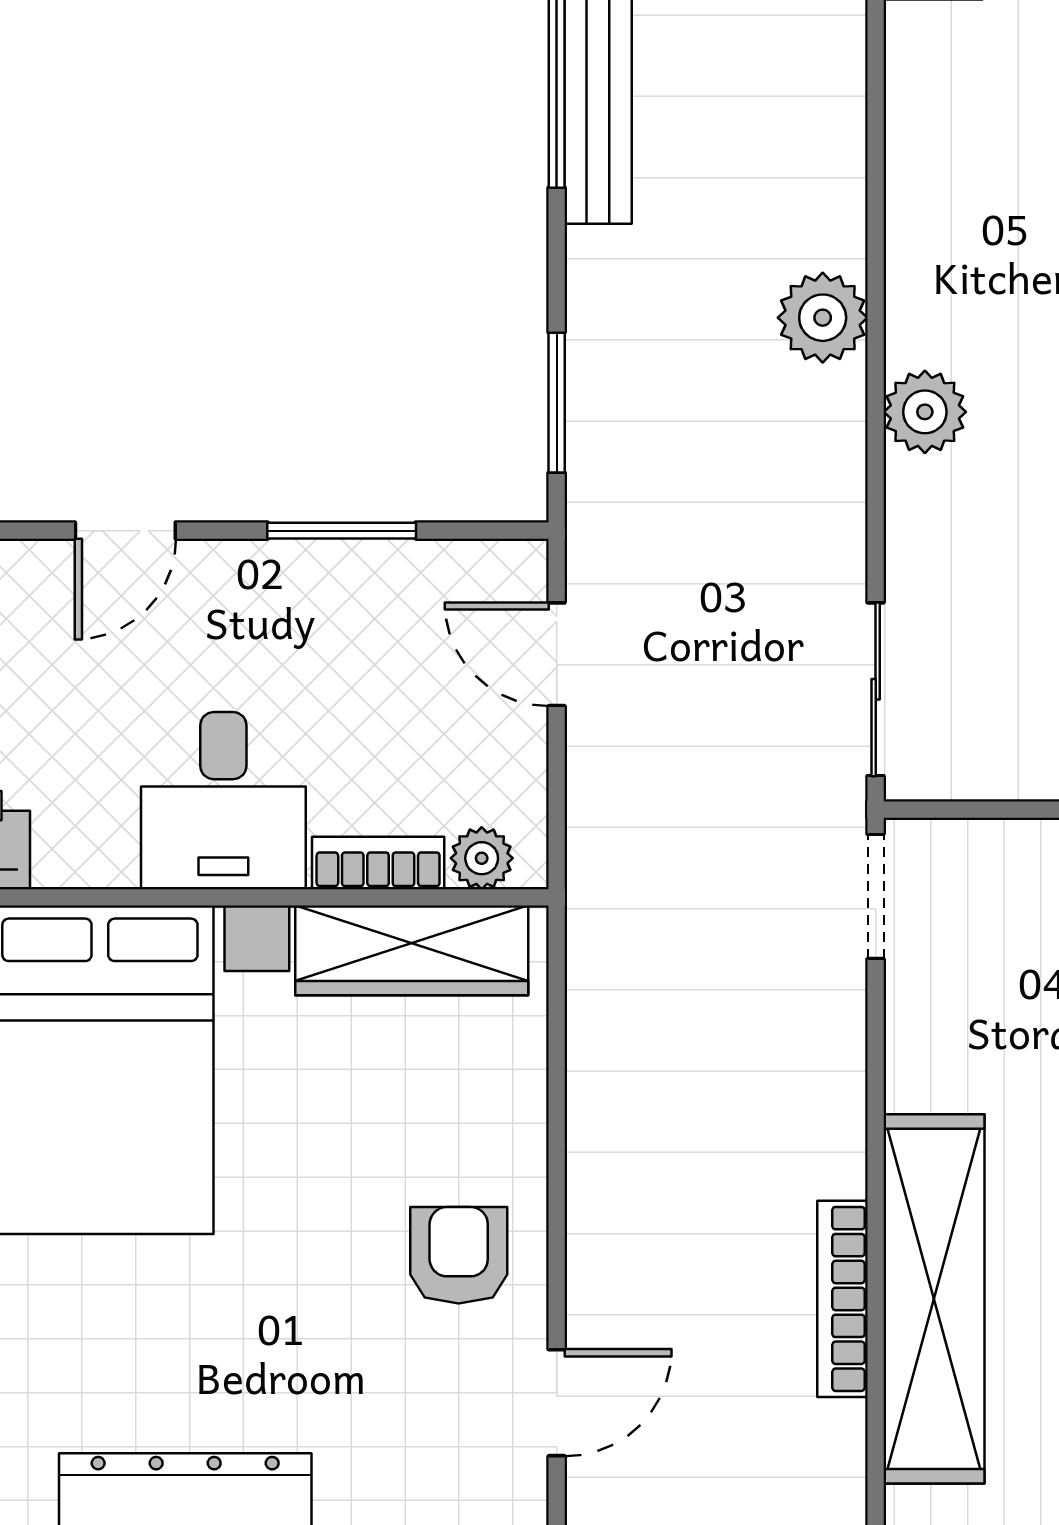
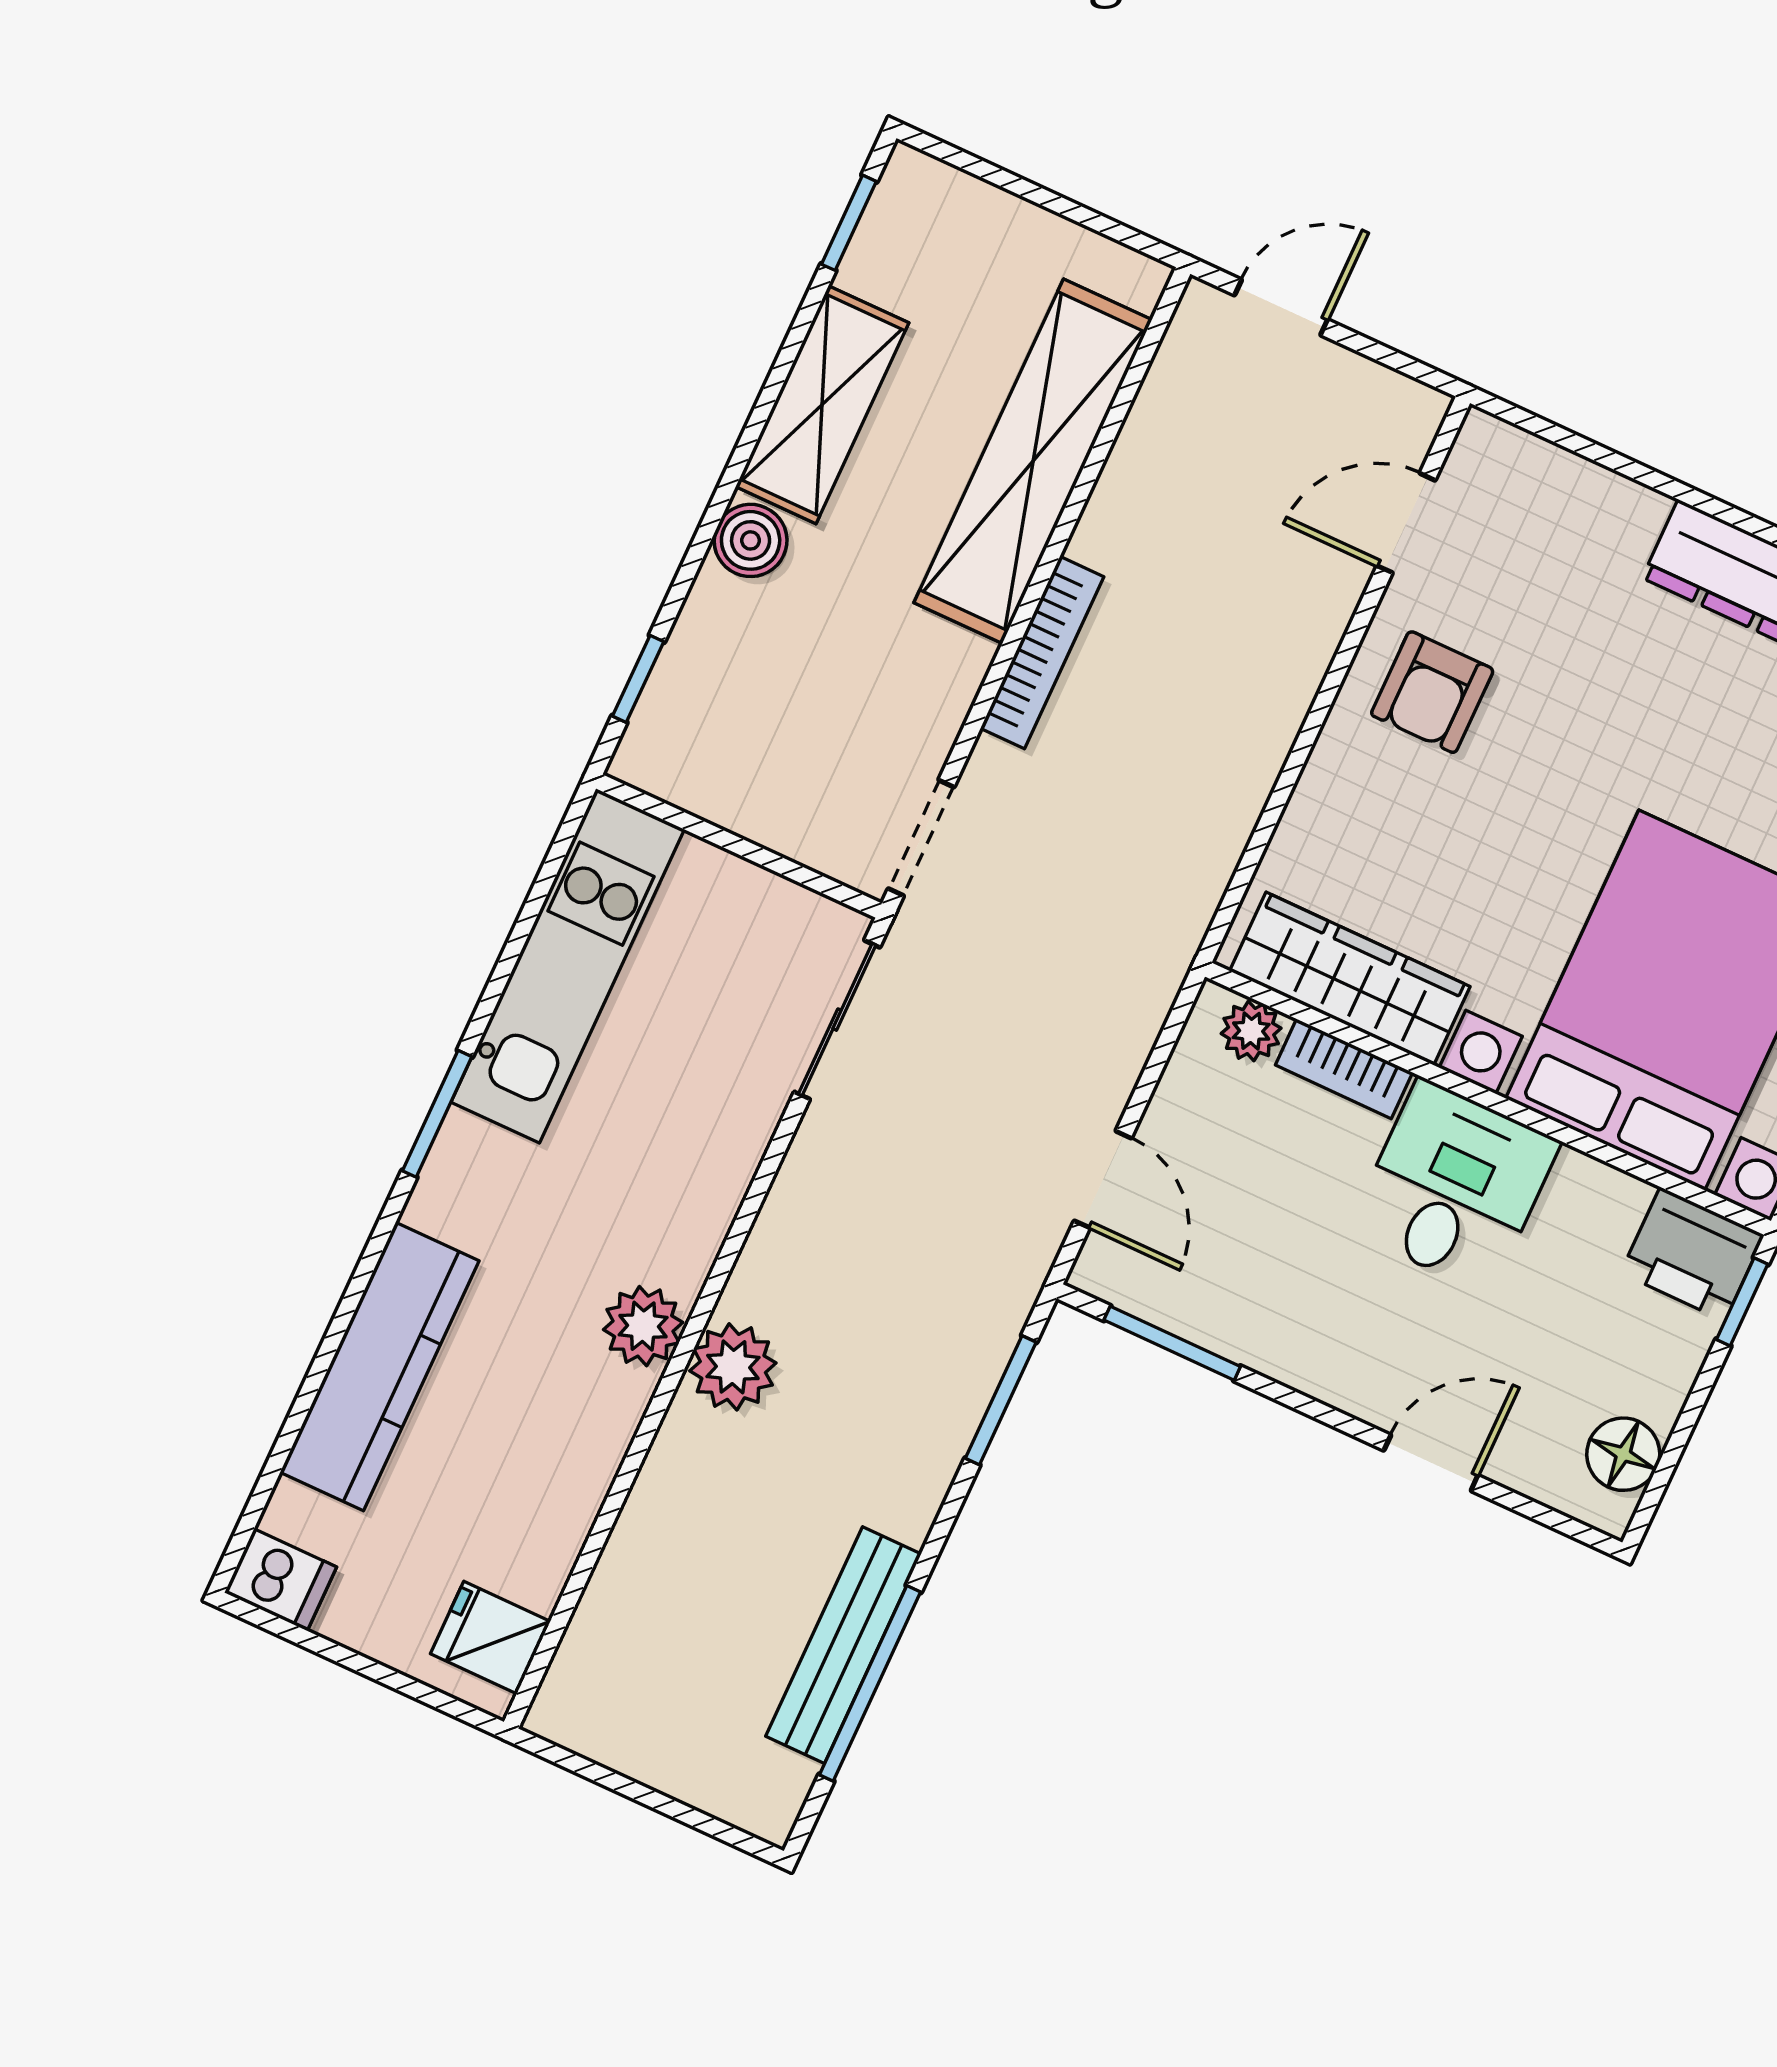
plant: (925, 412) -> (643, 1326), moved
window: (342, 531) -> (1172, 1343), moved
bookcase: (842, 1299) -> (1042, 652), moved

